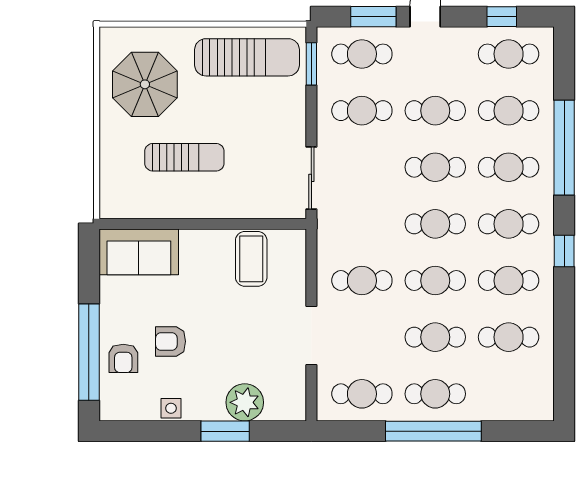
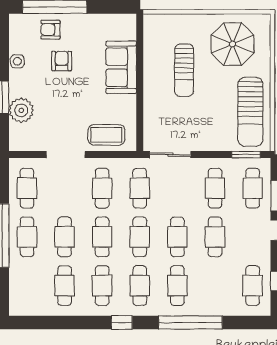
cafe table: (509, 111) -> (140, 188), moved
sofa: (139, 252) -> (121, 67), moved
coffee table: (251, 259) -> (106, 135), moved

